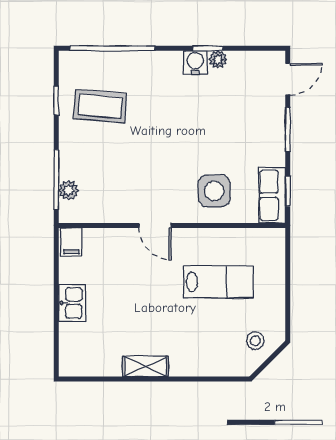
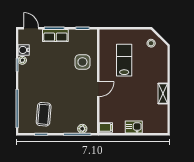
water cooler: (195, 62) -> (24, 50), moved
row of seats: (272, 195) -> (55, 35), moved

